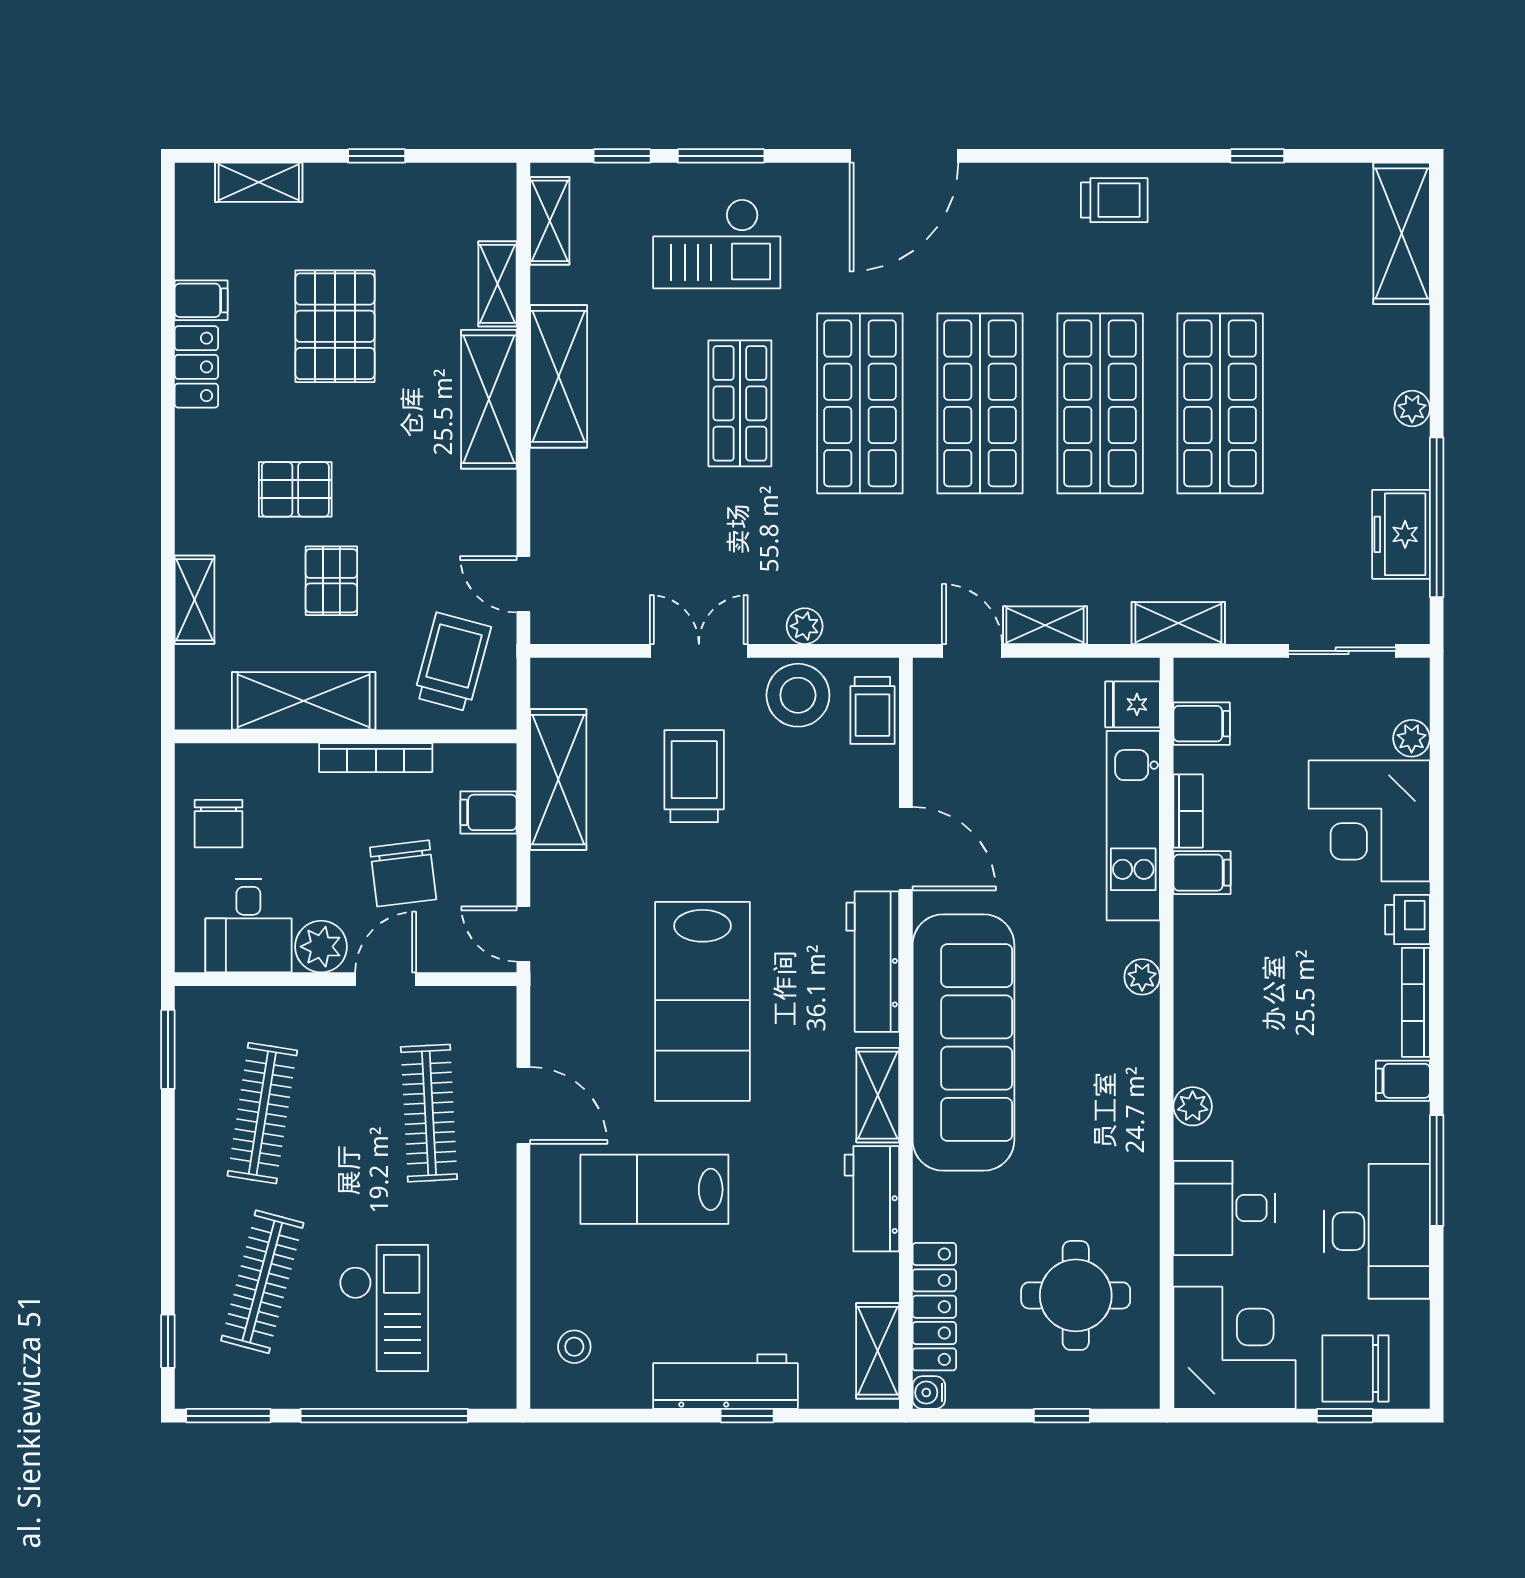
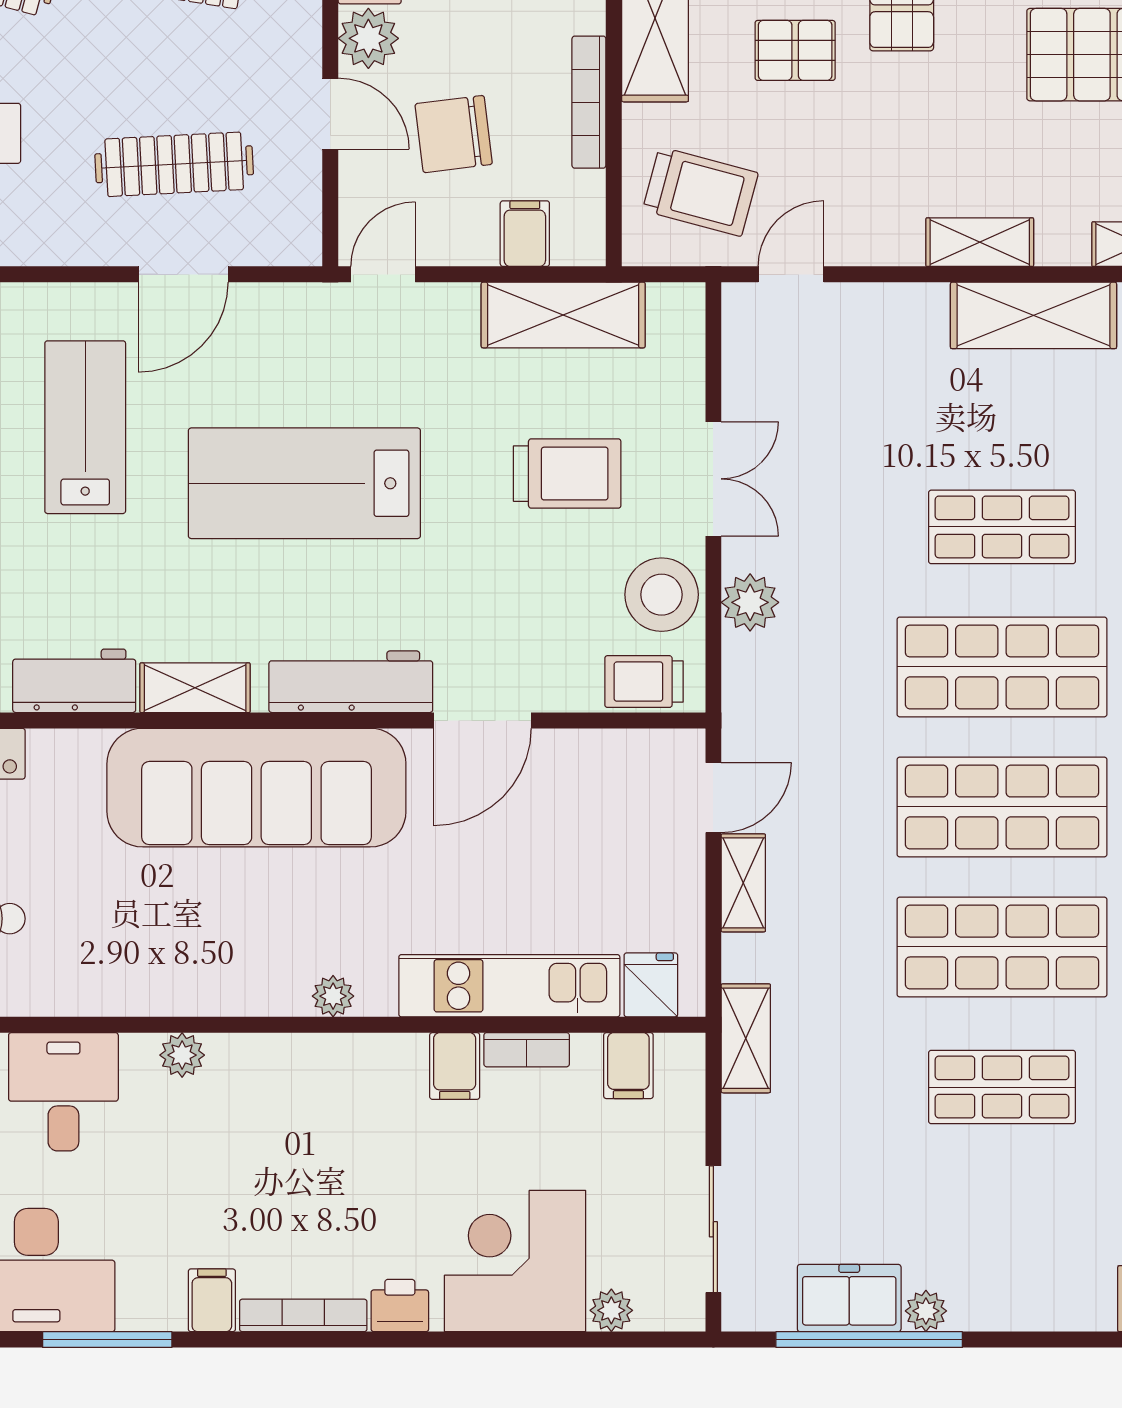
shelving: (489, 399) -> (980, 242), width x0.67, depth x0.75
shop shelf: (1220, 403) -> (1002, 1087), width x0.70, depth x0.74
plant: (1412, 409) -> (926, 1311), moved
plant: (805, 626) -> (750, 602), width x1.38, depth x1.38

